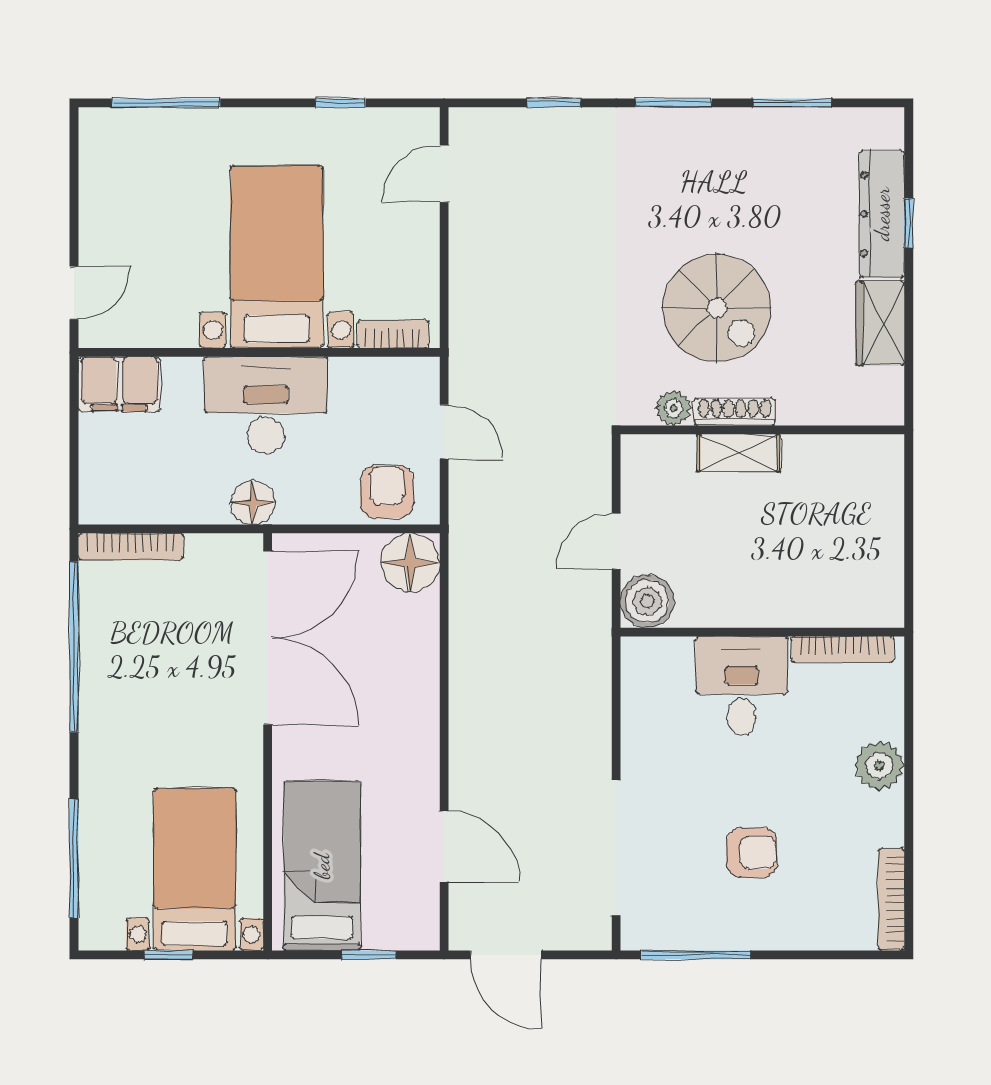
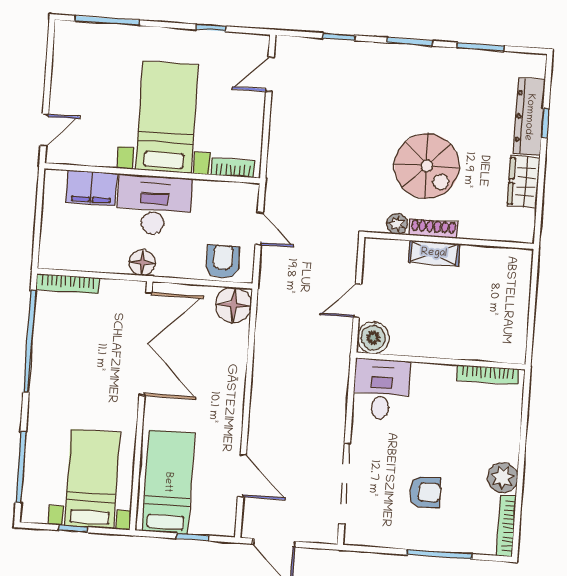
filing cabinet: (119, 384) -> (92, 188), moved
desk: (742, 686) -> (381, 389), moved
plant: (880, 766) -> (503, 478), moved
window: (696, 955) -> (439, 554), moved

